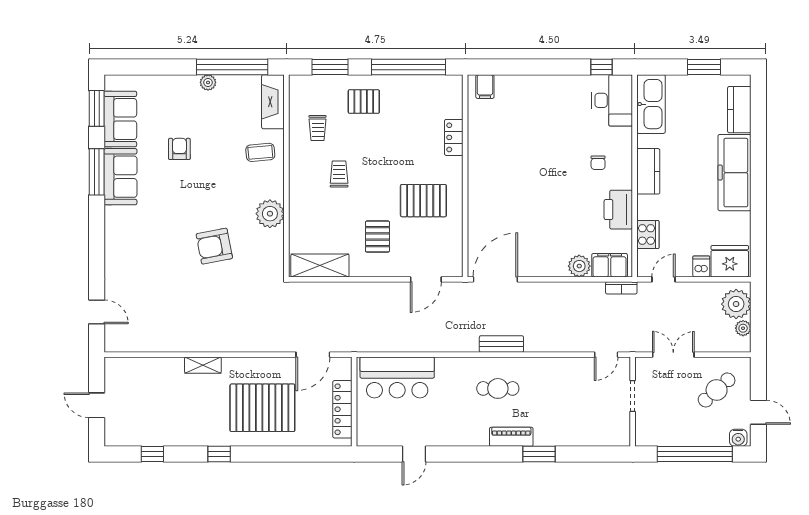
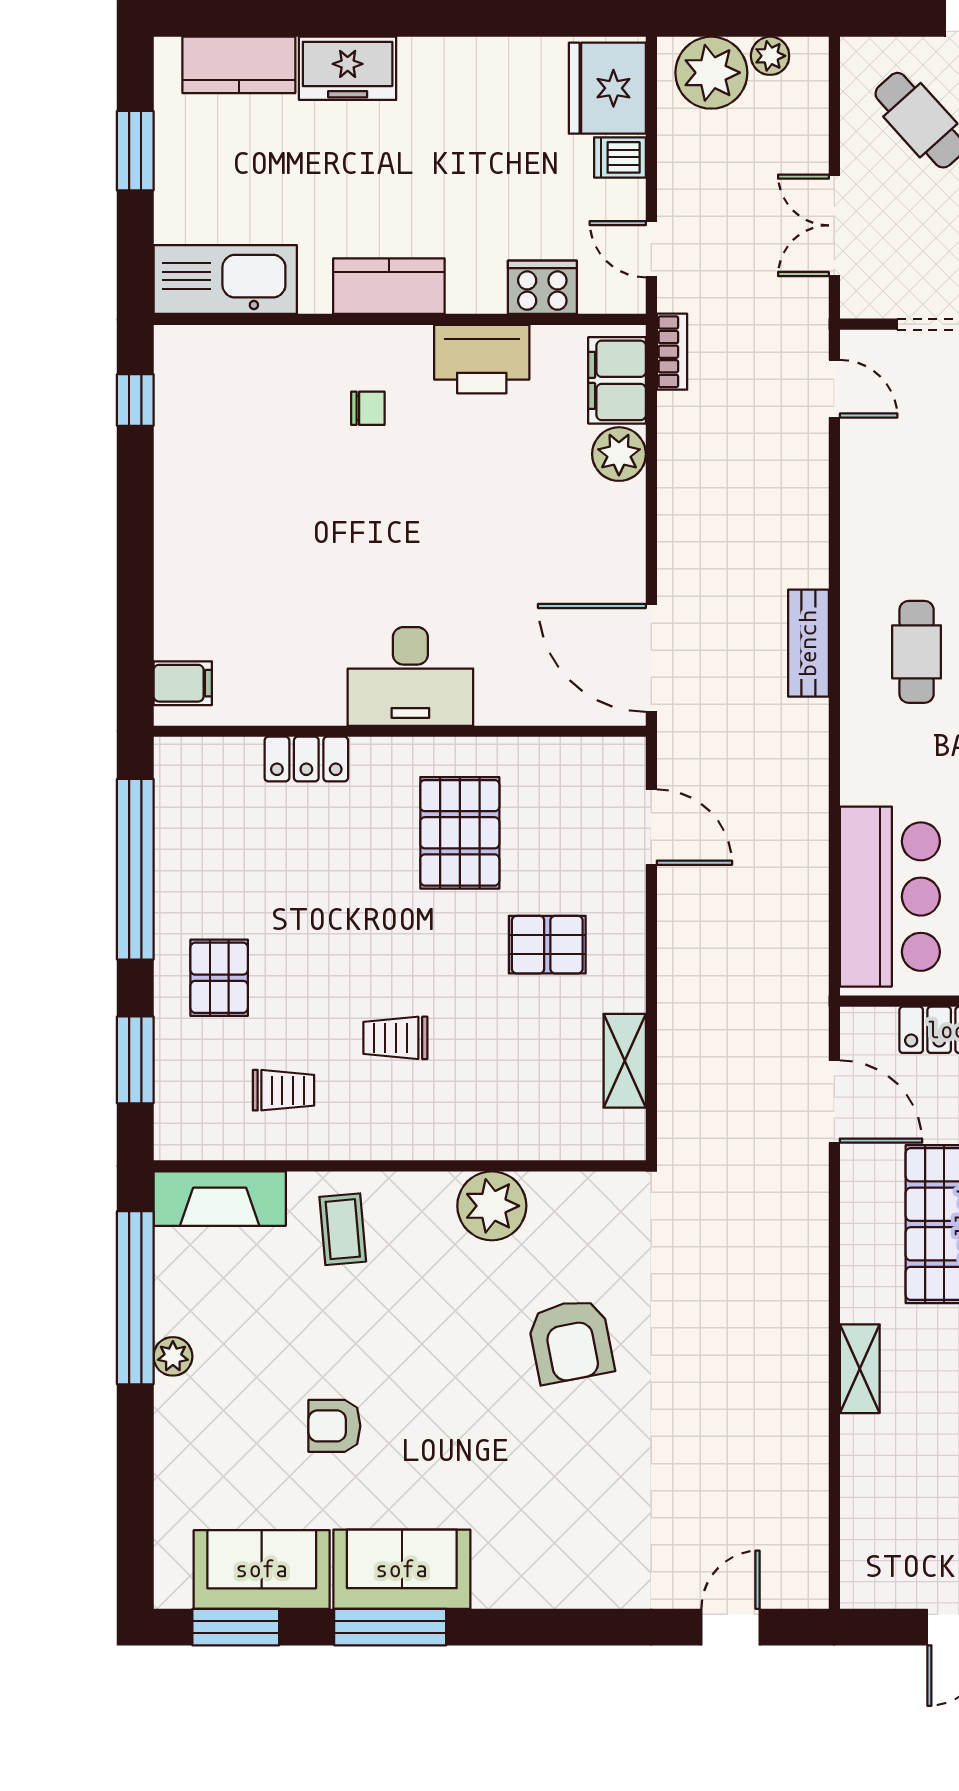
desk: (612, 100) -> (410, 676), moved, turned 180
freezer: (735, 173) -> (348, 68), width x0.52, depth x0.79
shelving: (320, 265) -> (625, 1061), width x0.67, depth x0.75

